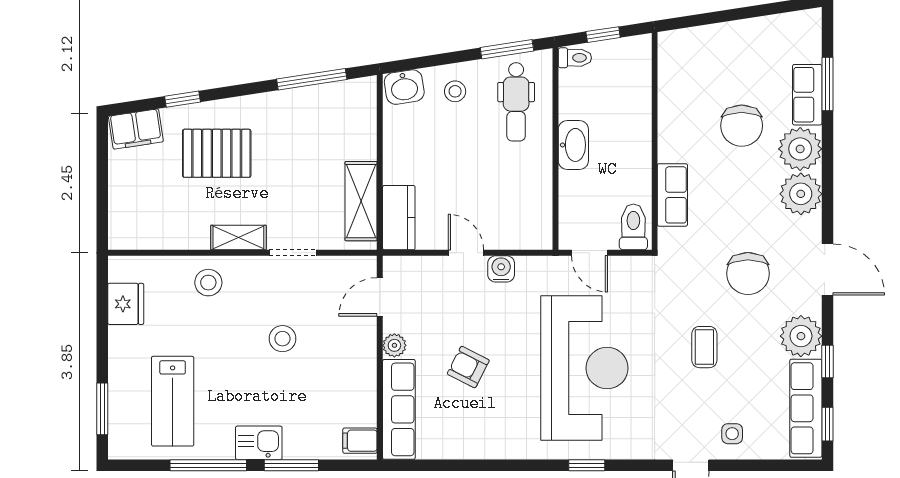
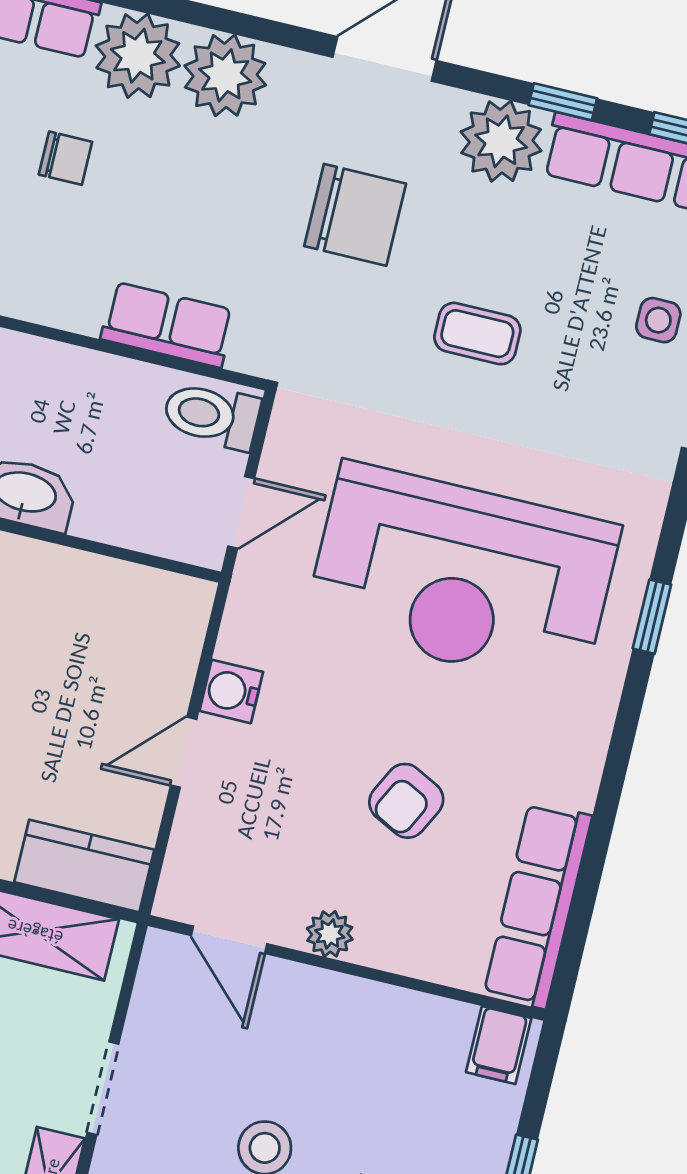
chair: (742, 126) -> (65, 158), width x0.54, depth x0.54
reception desk: (584, 368) -> (462, 576), turned 180
row of seats: (399, 409) -> (538, 905), moved, turned -90

